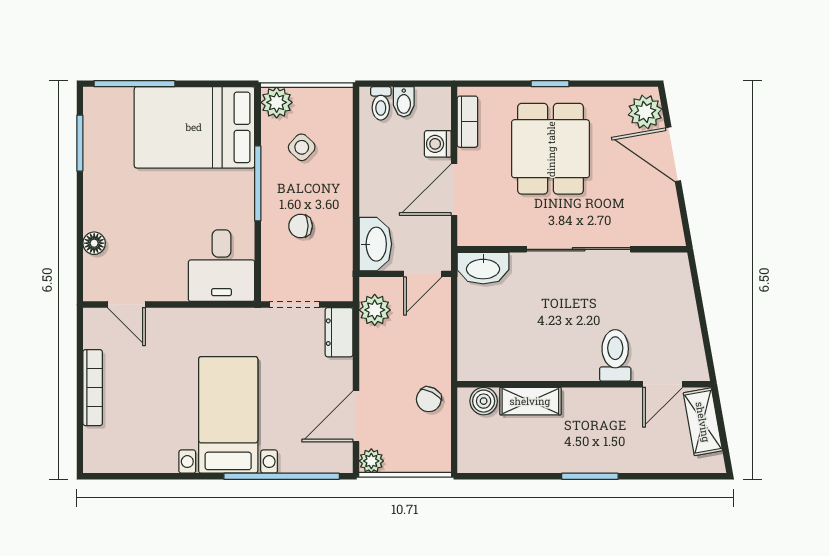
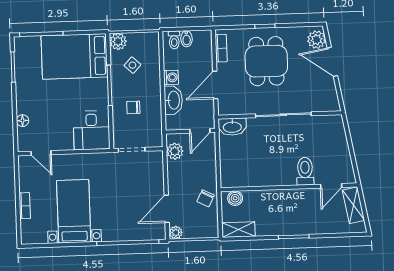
washing machine: (438, 144) -> (171, 77), moved, turned 180
washbasin: (375, 244) -> (173, 100), moved
dresser: (339, 332) -> (156, 164), removed
bookcase: (93, 388) -> (25, 206), width x0.64
shelving: (530, 401) -> (238, 230), moved
bed with nightstands: (228, 415) -> (74, 211), moved

